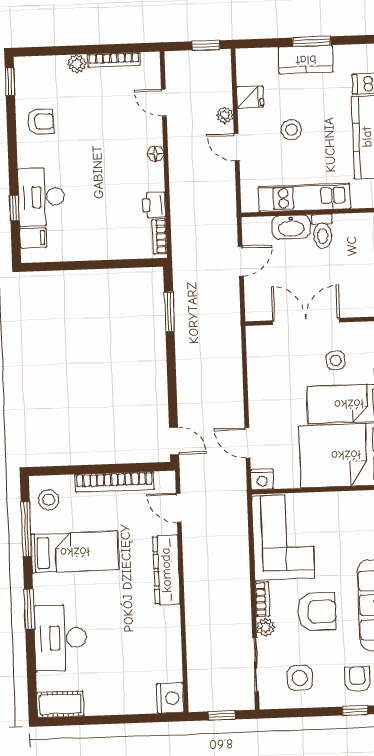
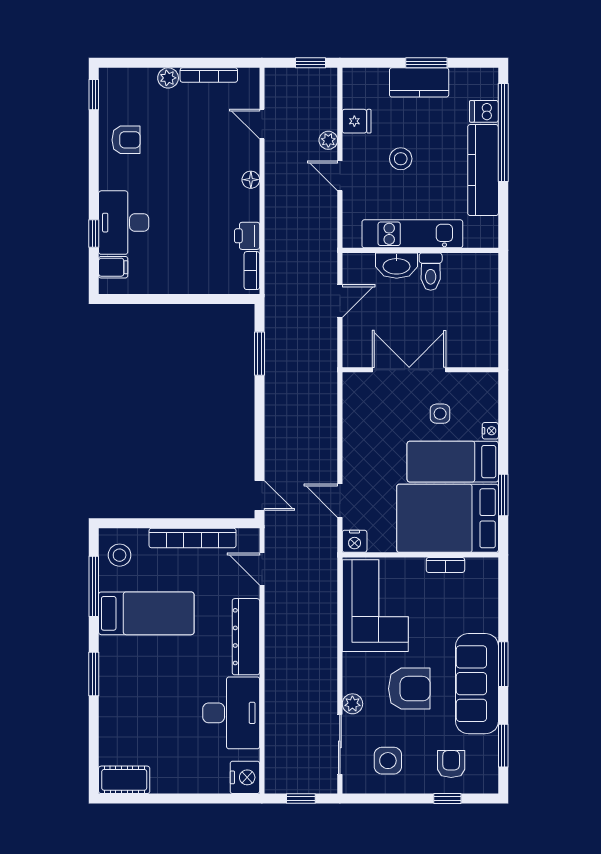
bookcase: (262, 599) -> (445, 565), moved, turned 90
desk: (61, 638) -> (231, 713), moved, turned 180

